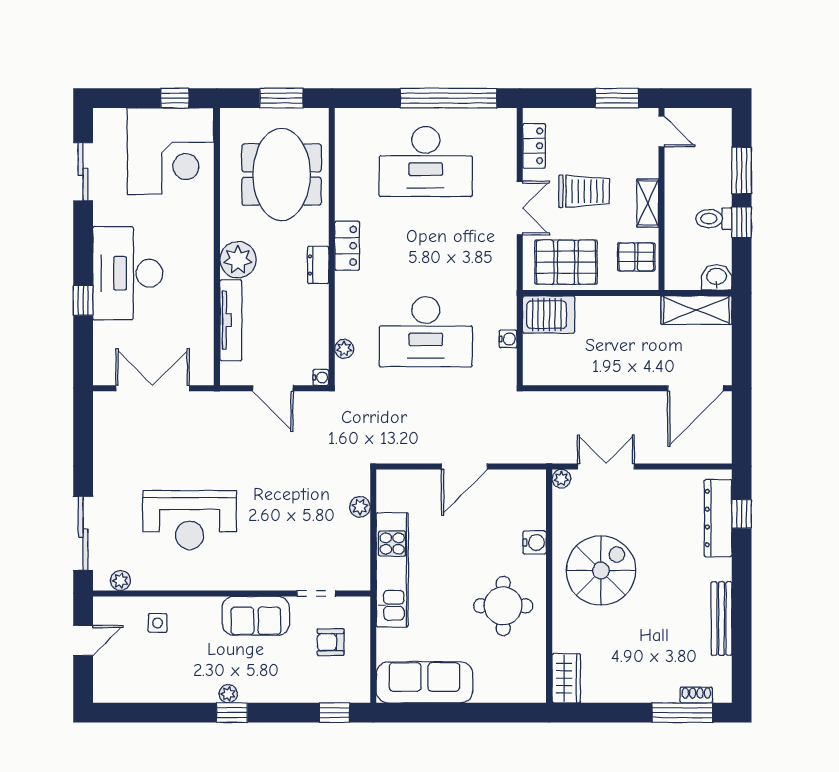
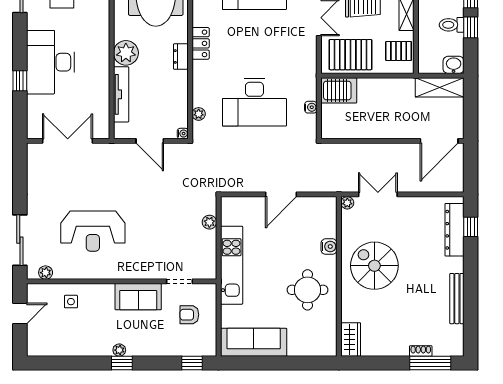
spiral stairs: (601, 571) -> (374, 266), turned -90
shoe rack: (696, 695) -> (421, 351), moved

